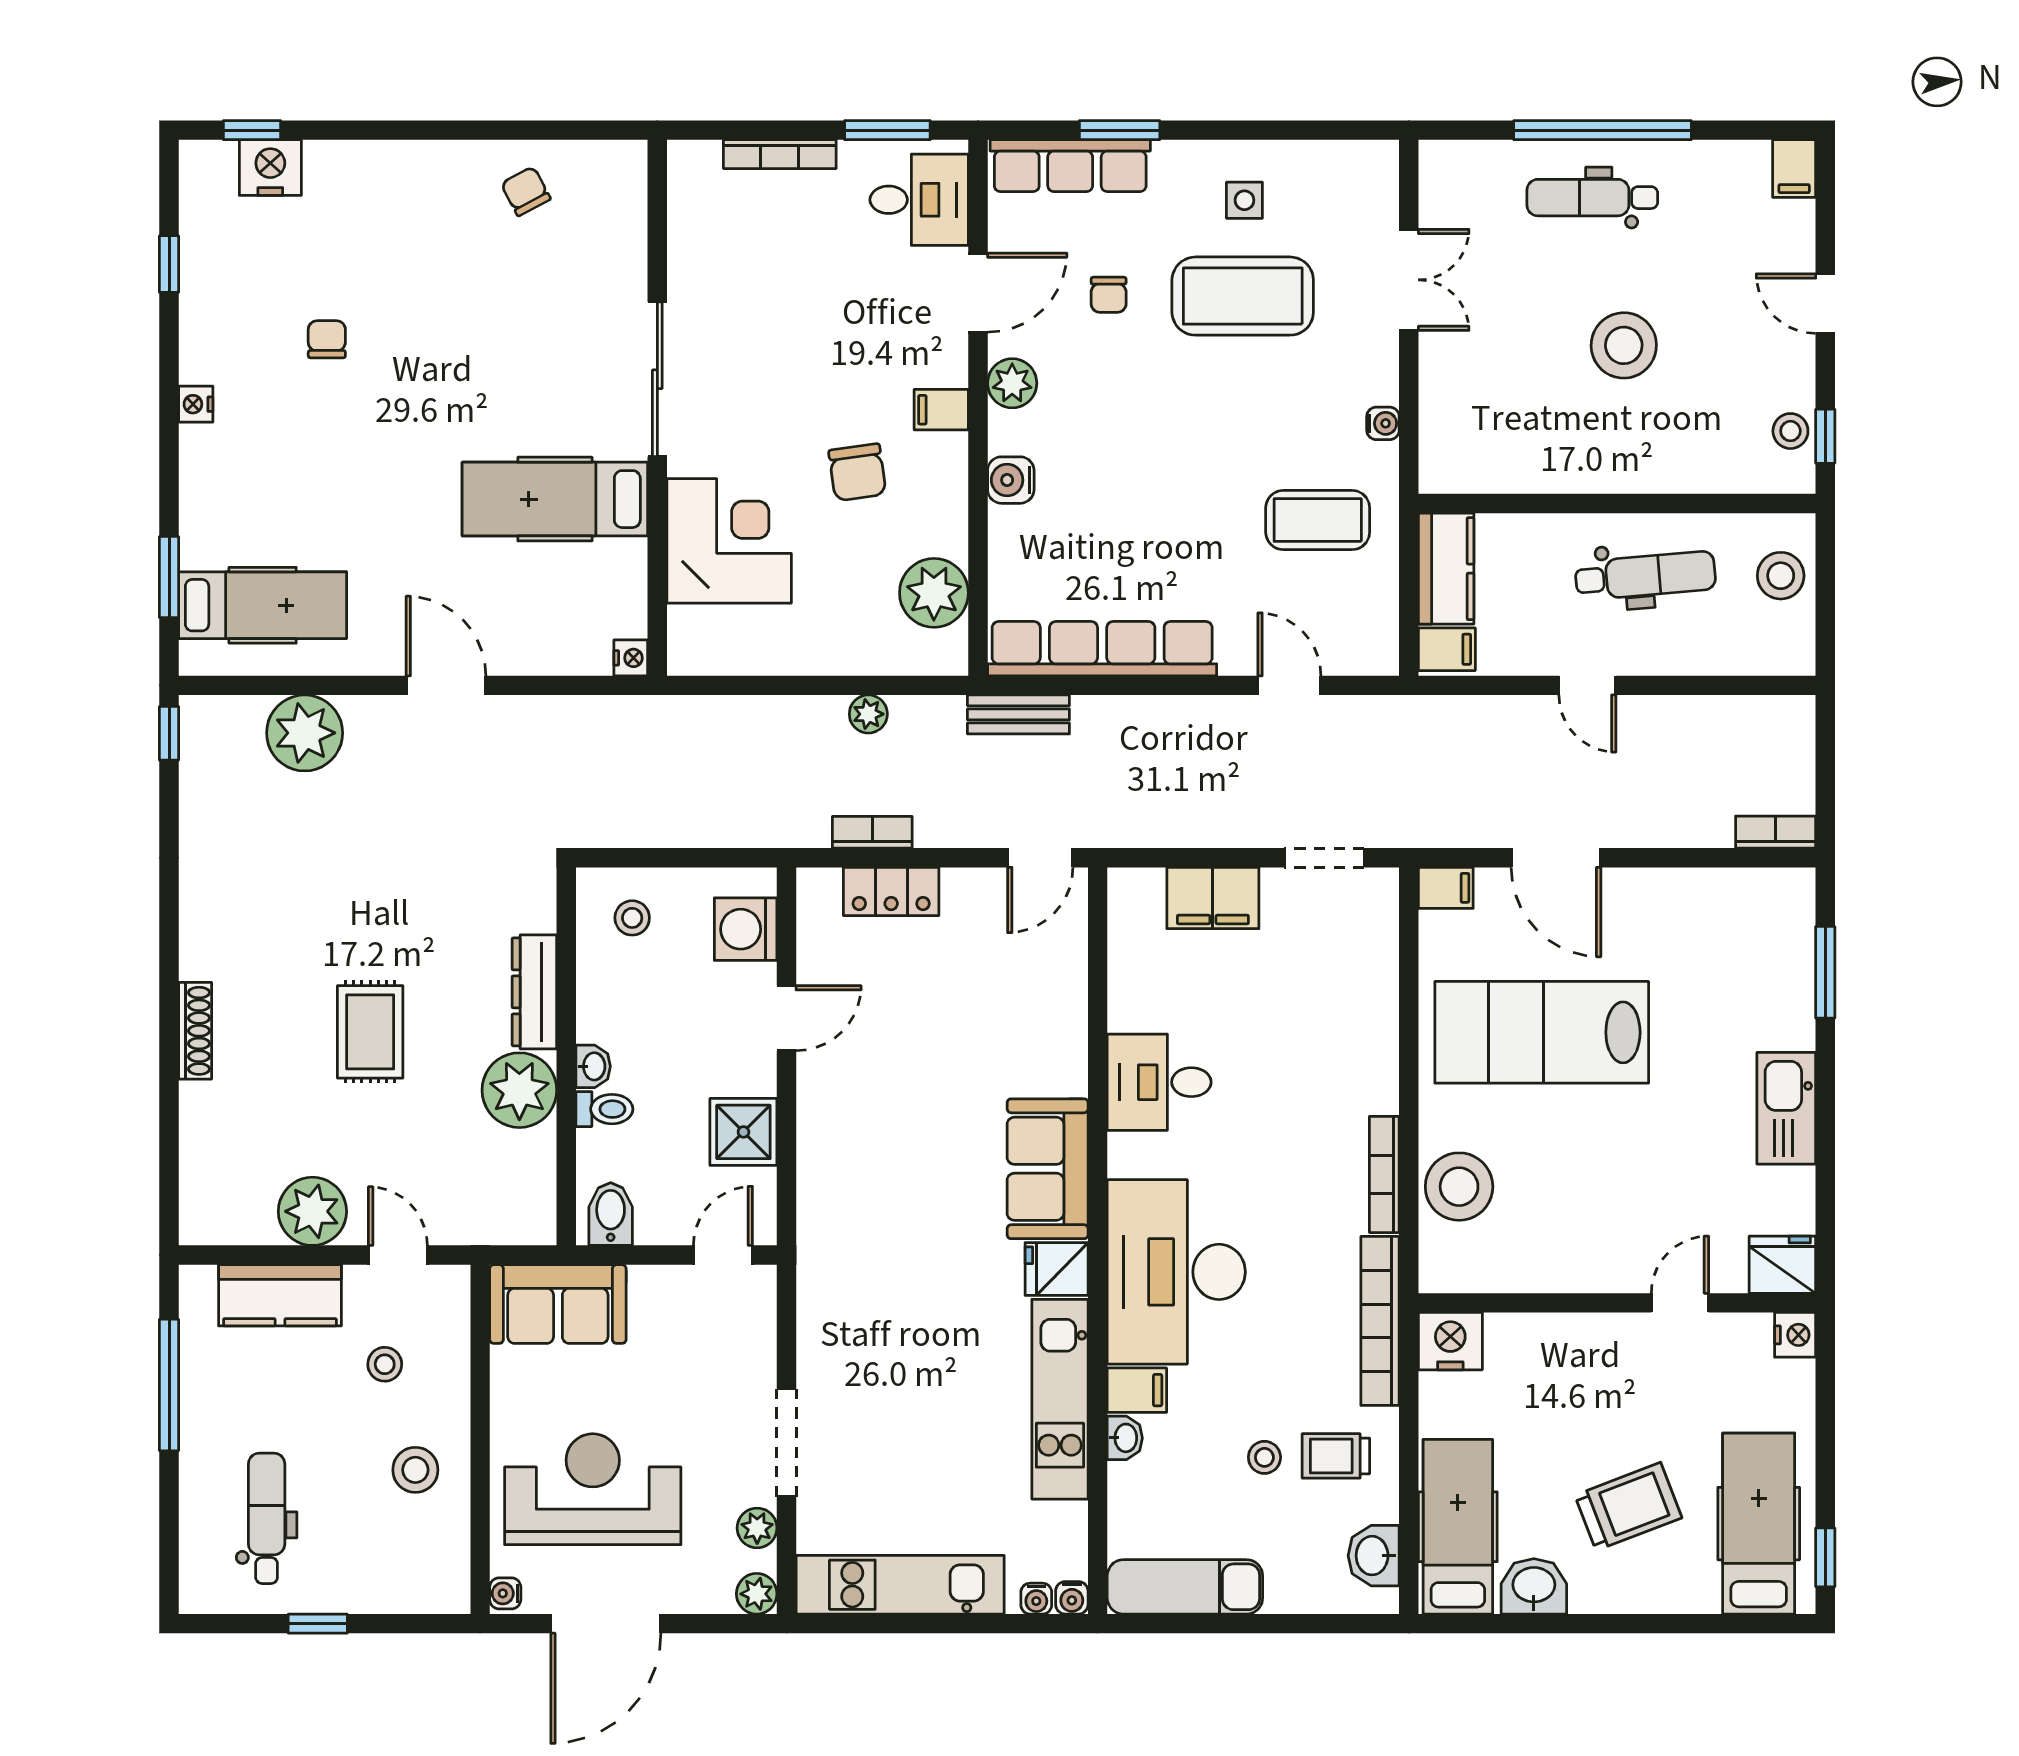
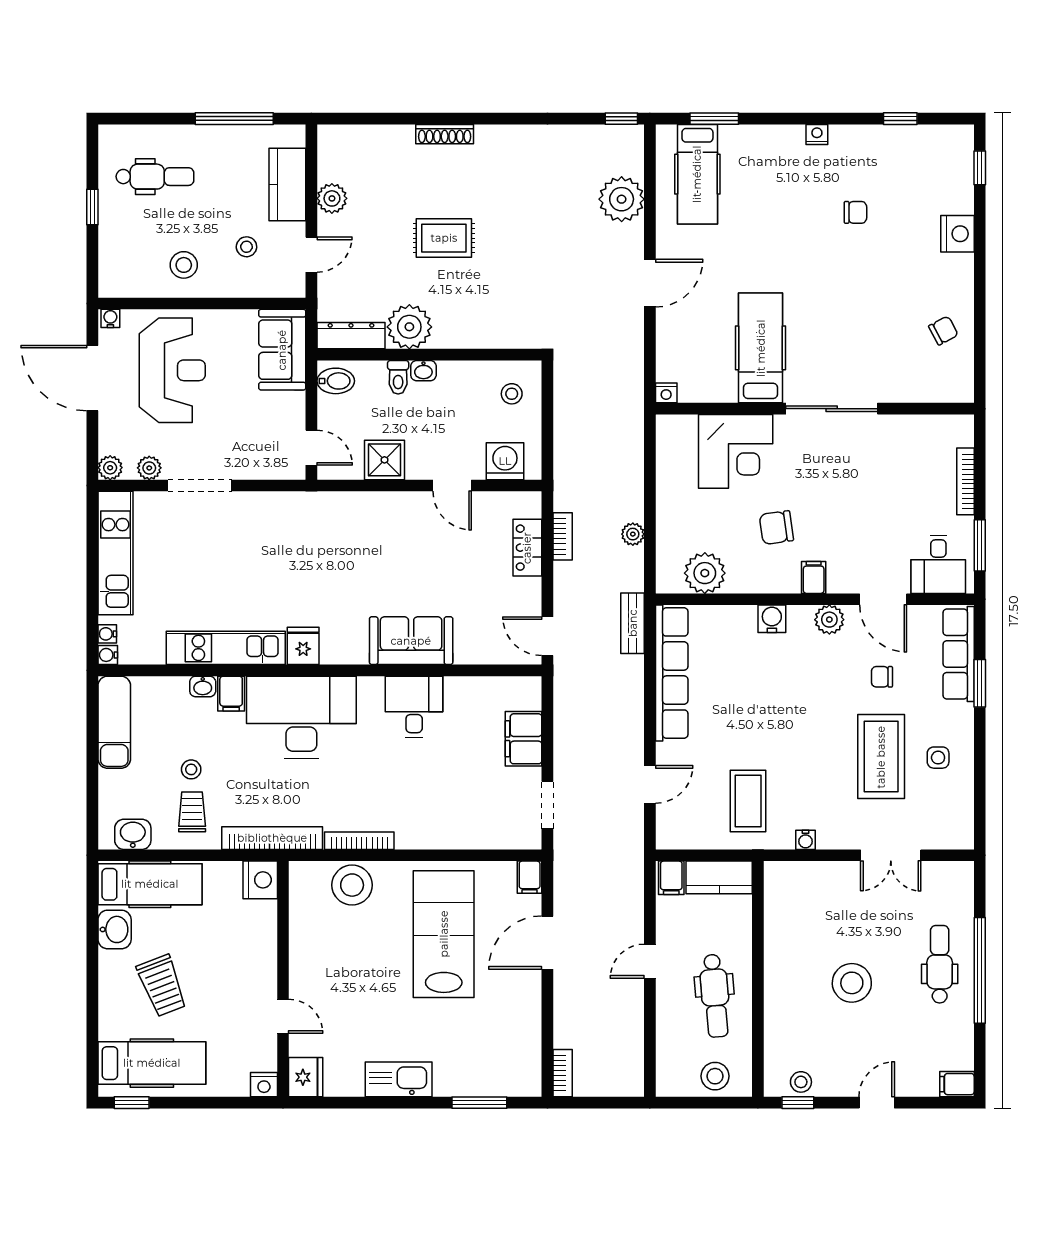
nightstand: (270, 168) -> (957, 234), moved
dresser: (534, 992) -> (351, 336), moved
sofa: (1048, 1169) -> (411, 641), moved
plant: (312, 1211) -> (332, 198), width x0.73, depth x0.73

